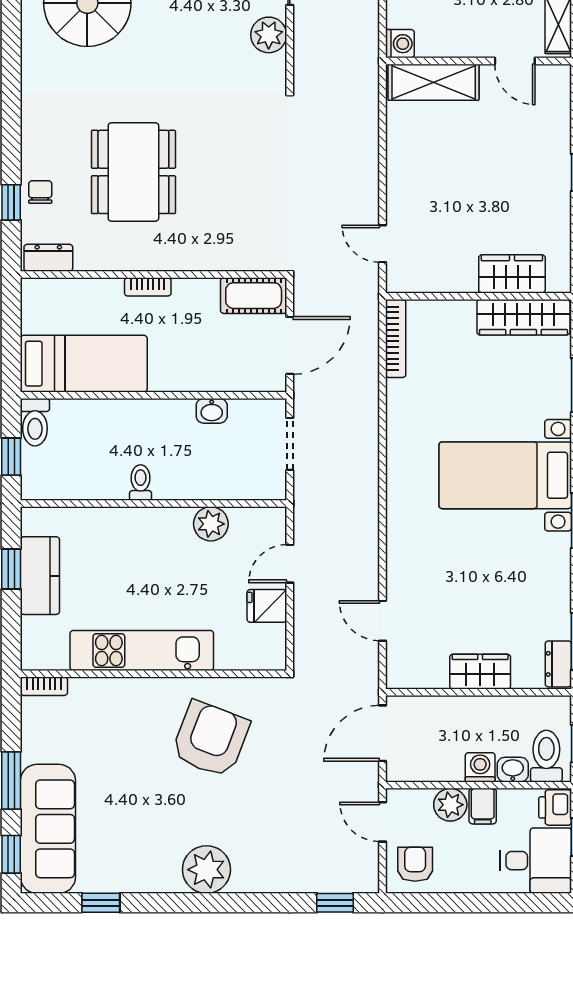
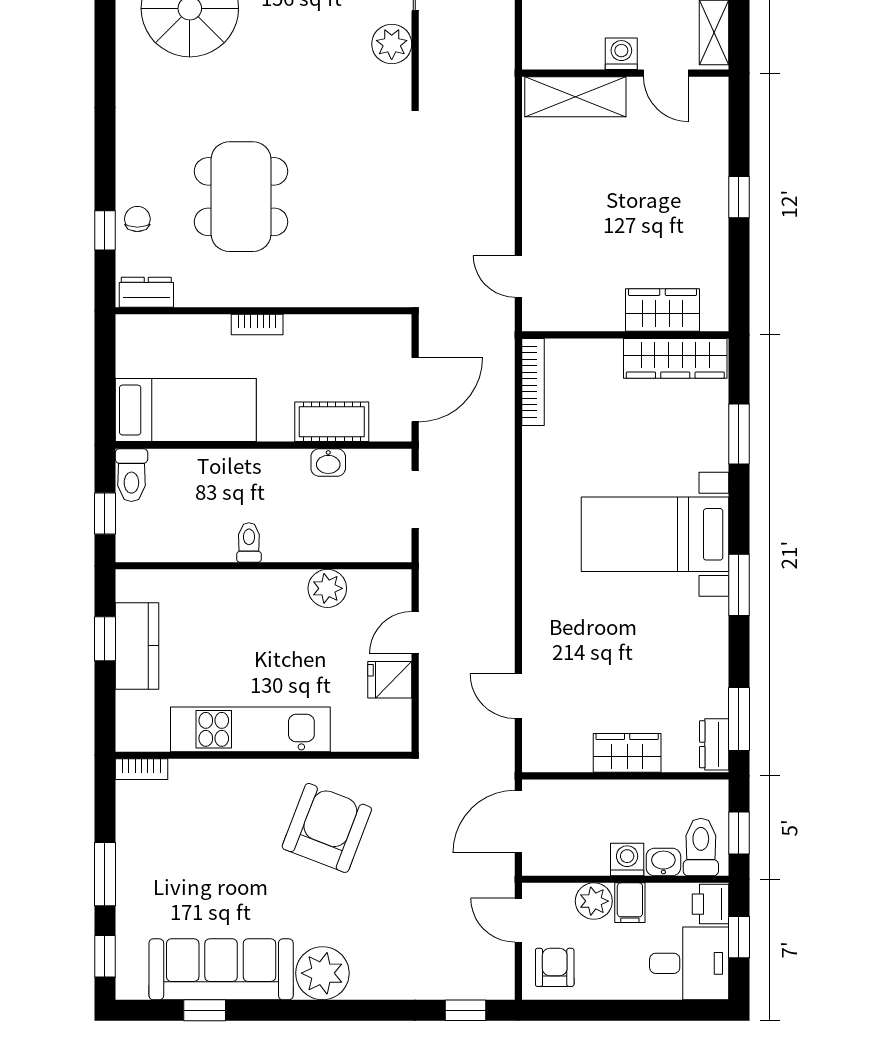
washing machine: (400, 44) -> (621, 54), moved, turned -90
cot: (254, 296) -> (332, 422), moved
sofa: (48, 829) -> (221, 969), moved, turned -90

